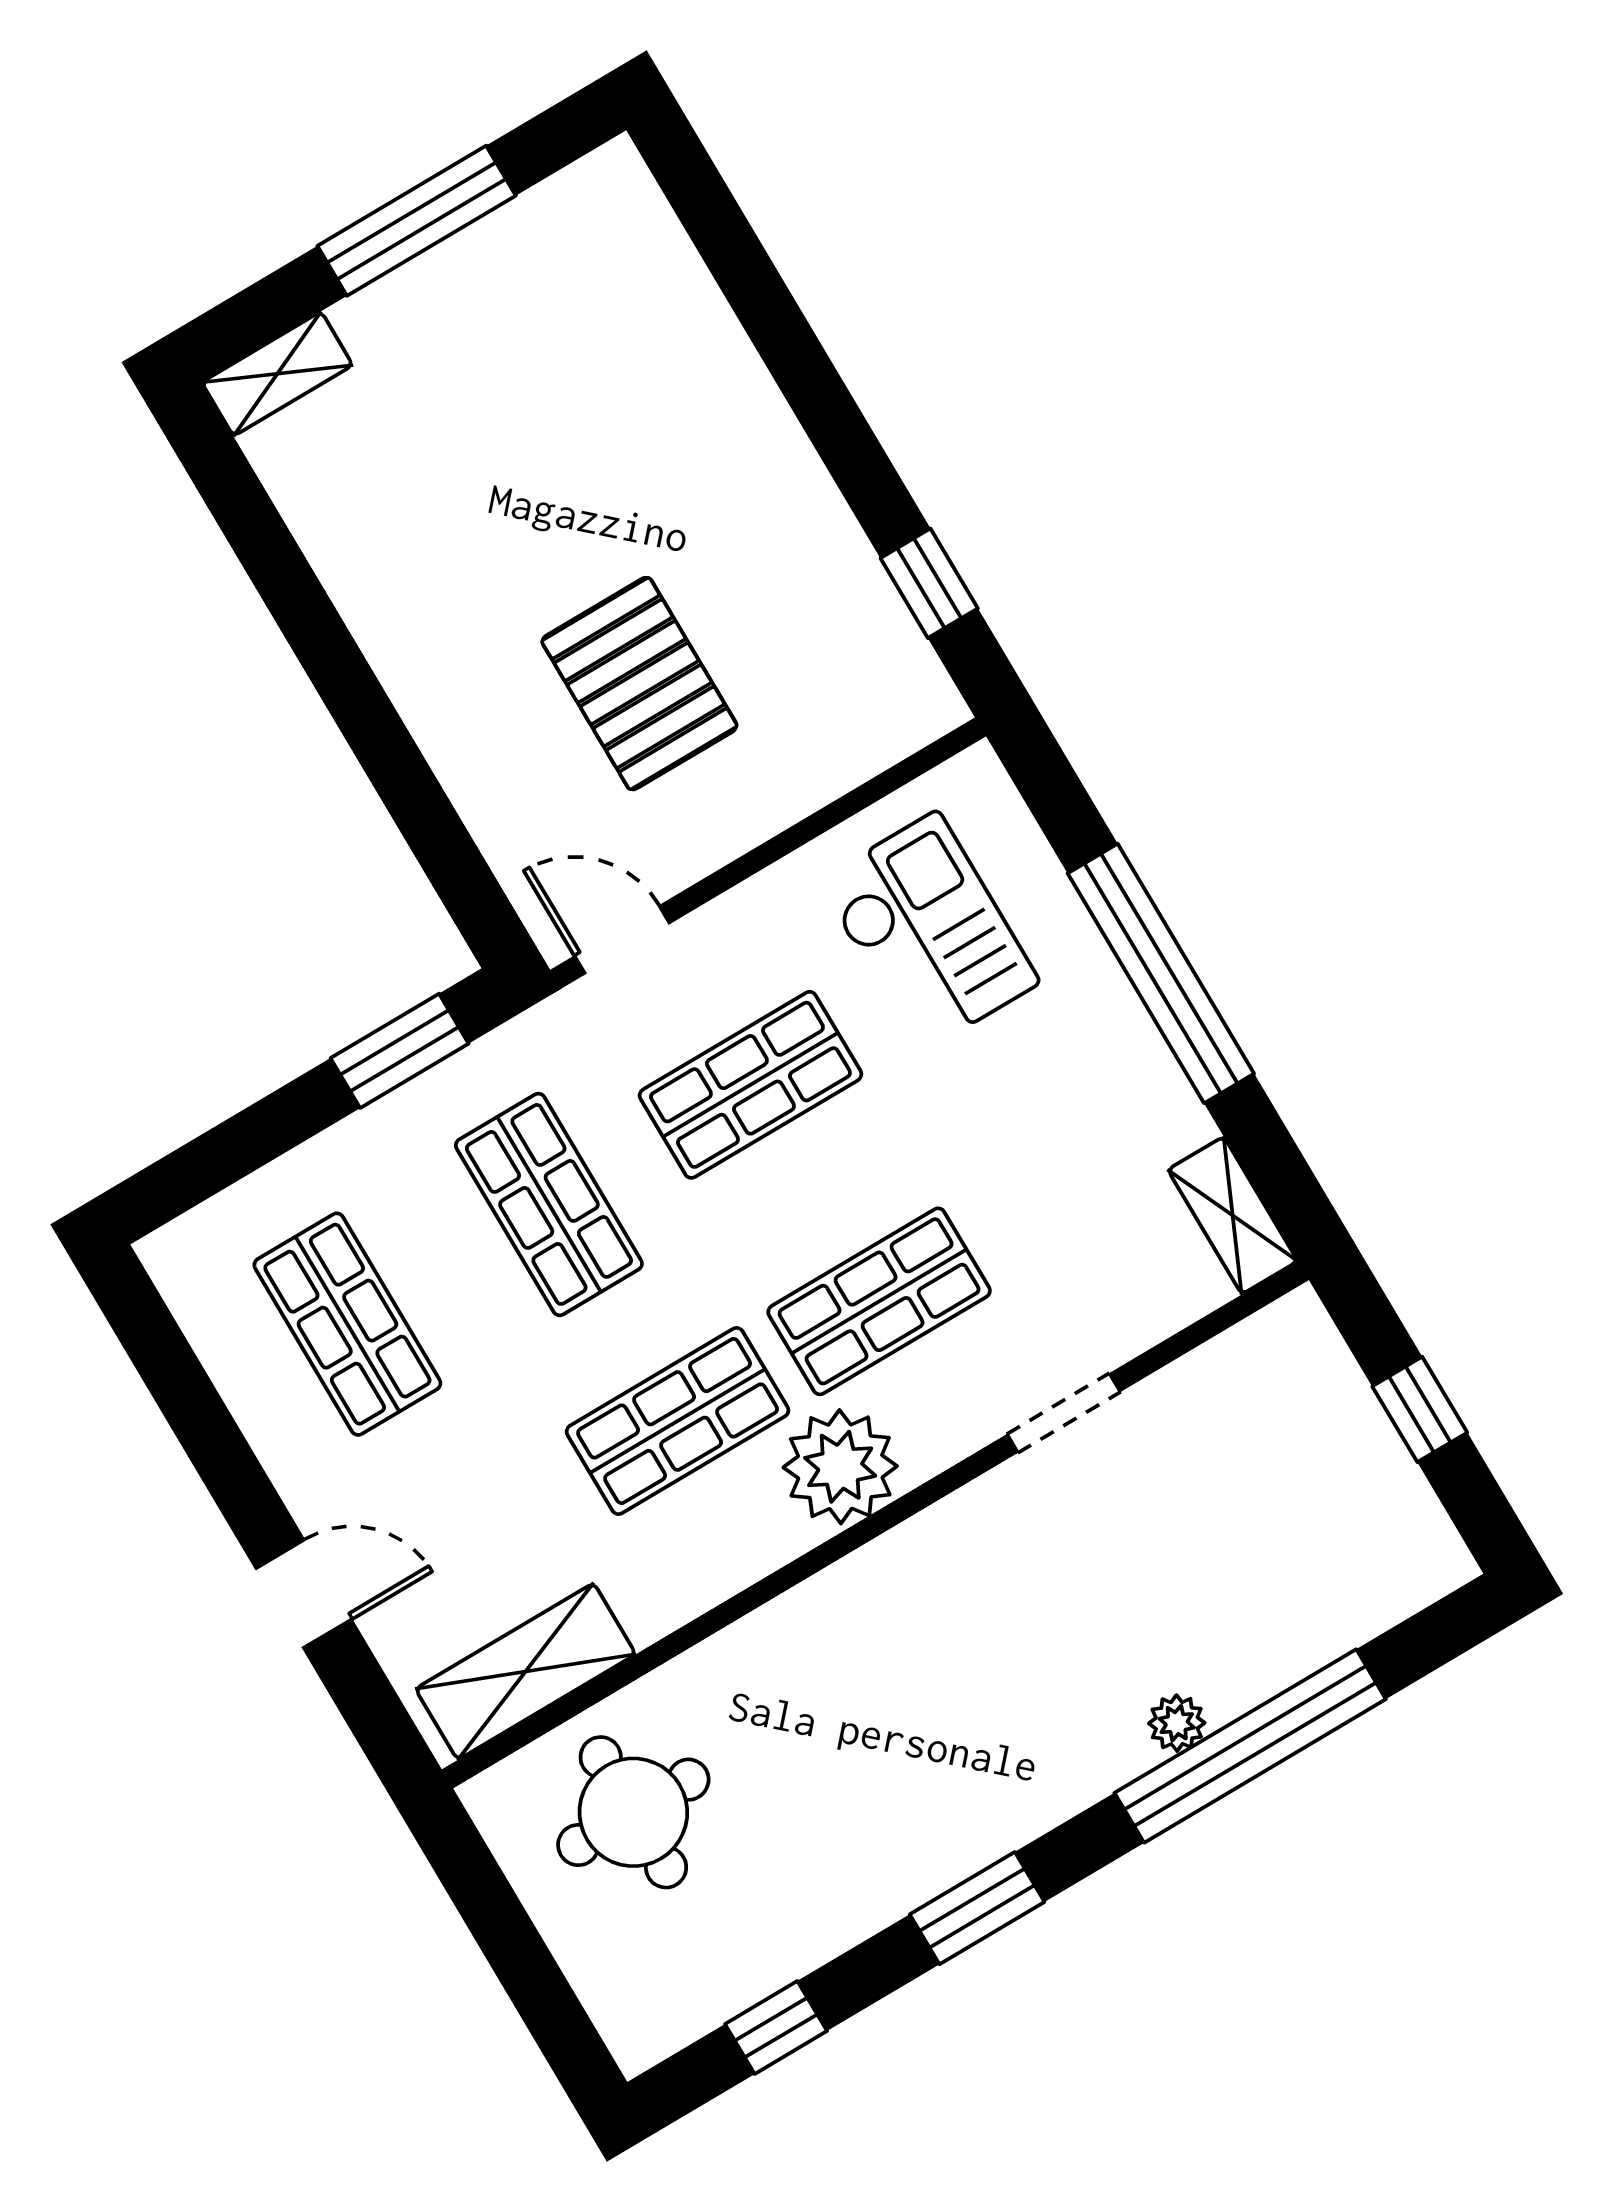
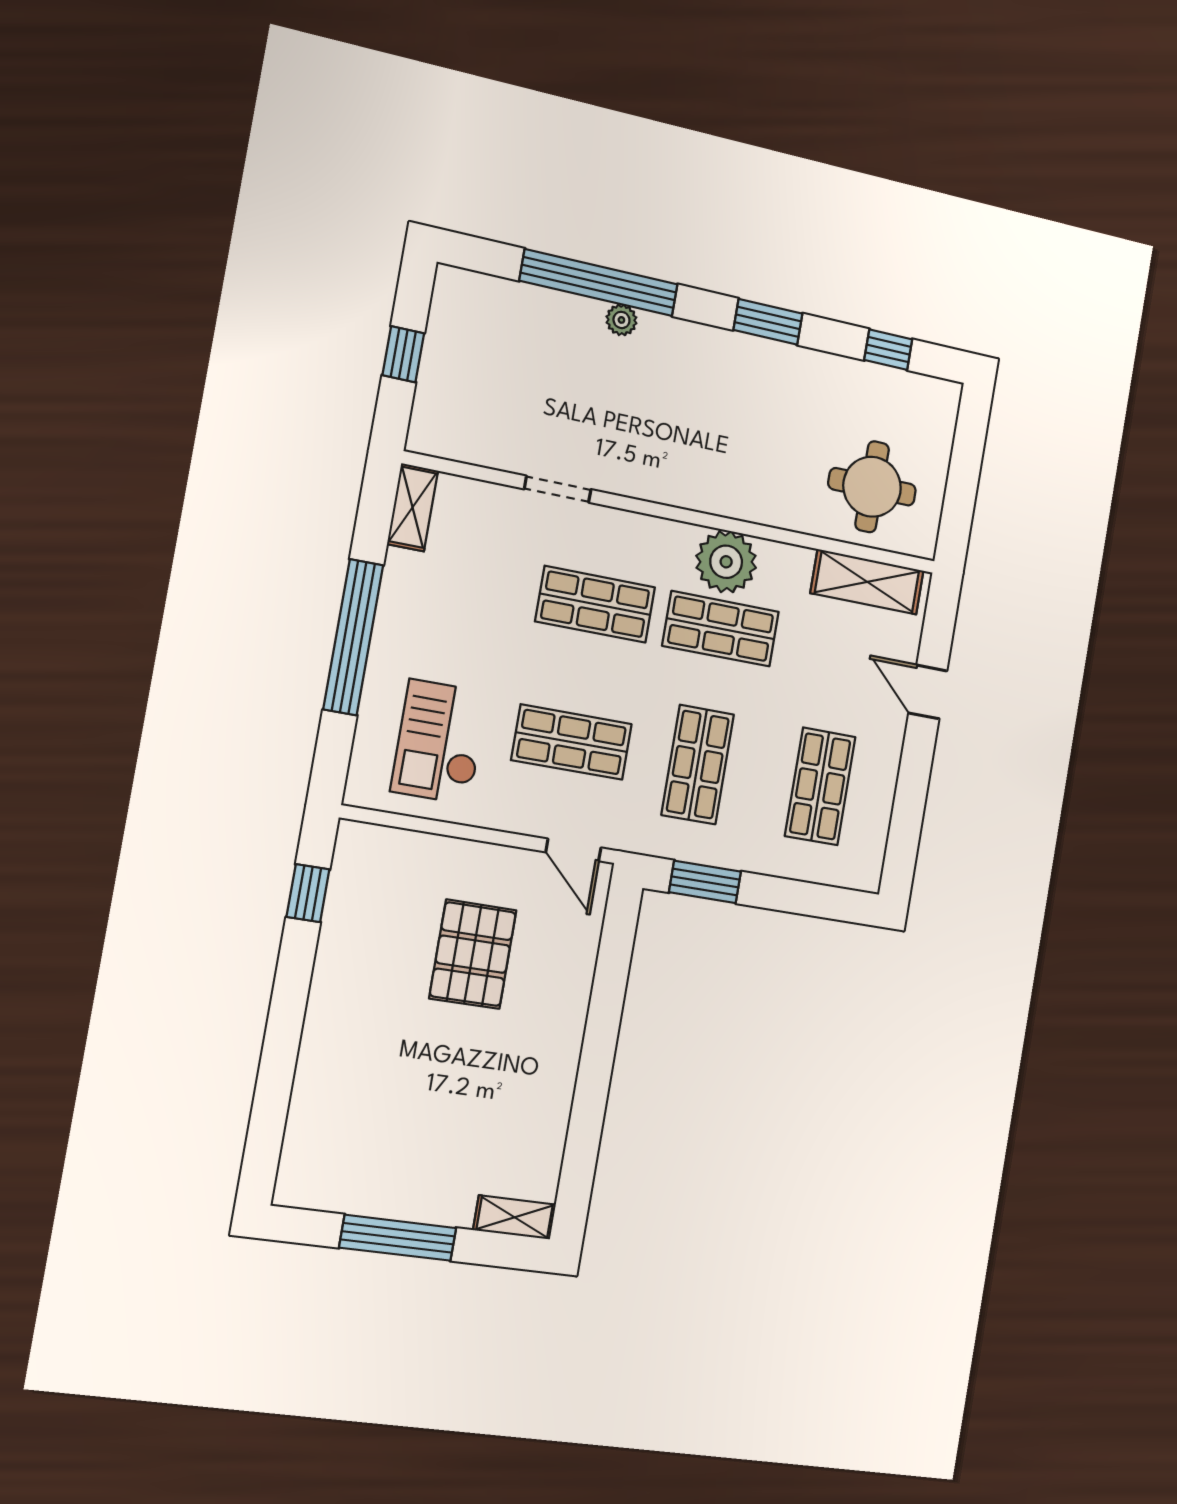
plant: (840, 1467) -> (726, 562), moved

